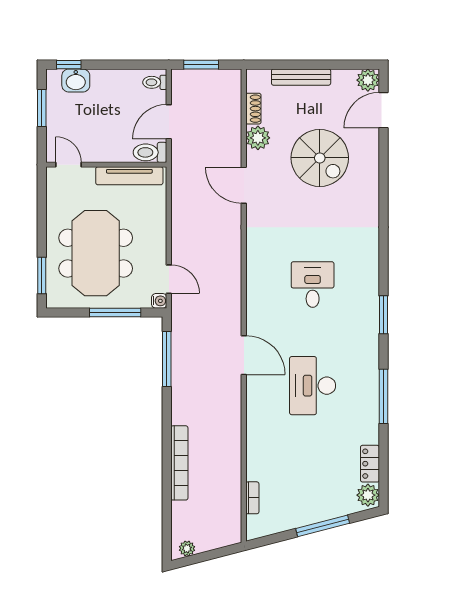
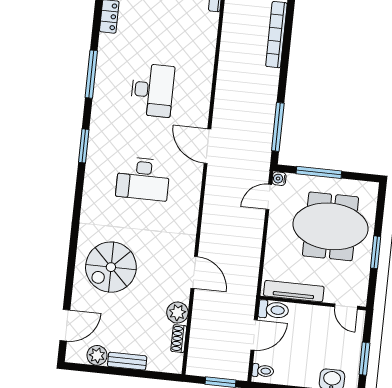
bench: (301, 77) -> (127, 361), width x0.73
plant: (368, 80) -> (97, 355), moved
spiral stairs: (320, 158) -> (111, 267), moved, turned -90
meeting table: (96, 253) -> (330, 226), turned 90
window: (42, 276) -> (376, 252), moved
door: (169, 279) -> (269, 197), hinge flipped
desk: (313, 285) -> (143, 179), width x1.37
door: (244, 355) -> (207, 146), moved

